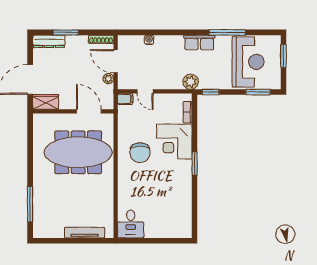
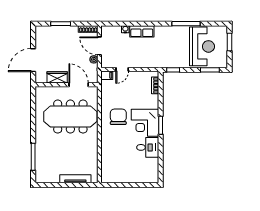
dresser: (49, 41) -> (48, 31), removed
row of seats: (199, 42) -> (142, 31), moved
plant: (191, 82) -> (158, 62), removed
door: (145, 91) -> (122, 69), hinge flipped
wardrobe: (46, 102) -> (57, 77), moved
corner desk: (174, 142) -> (145, 123), moved
chair: (140, 153) -> (118, 117), turned 180
desk: (131, 224) -> (148, 147), moved, turned -90

